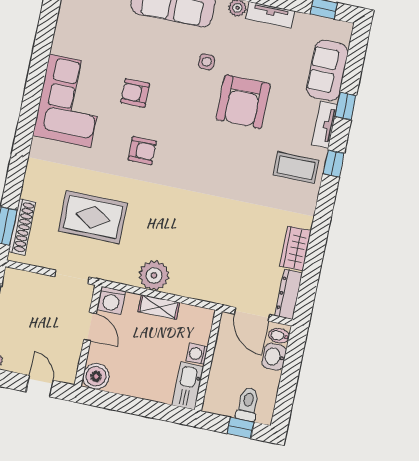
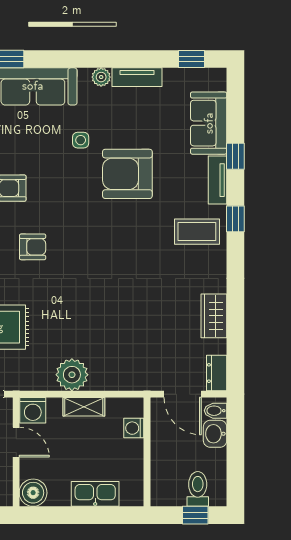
armchair: (243, 102) -> (127, 174), turned 90
dresser: (289, 294) -> (217, 373), width x0.70
washing machine: (197, 354) -> (134, 428), moved
kitchen sink: (188, 386) -> (95, 494), moved, turned 90

